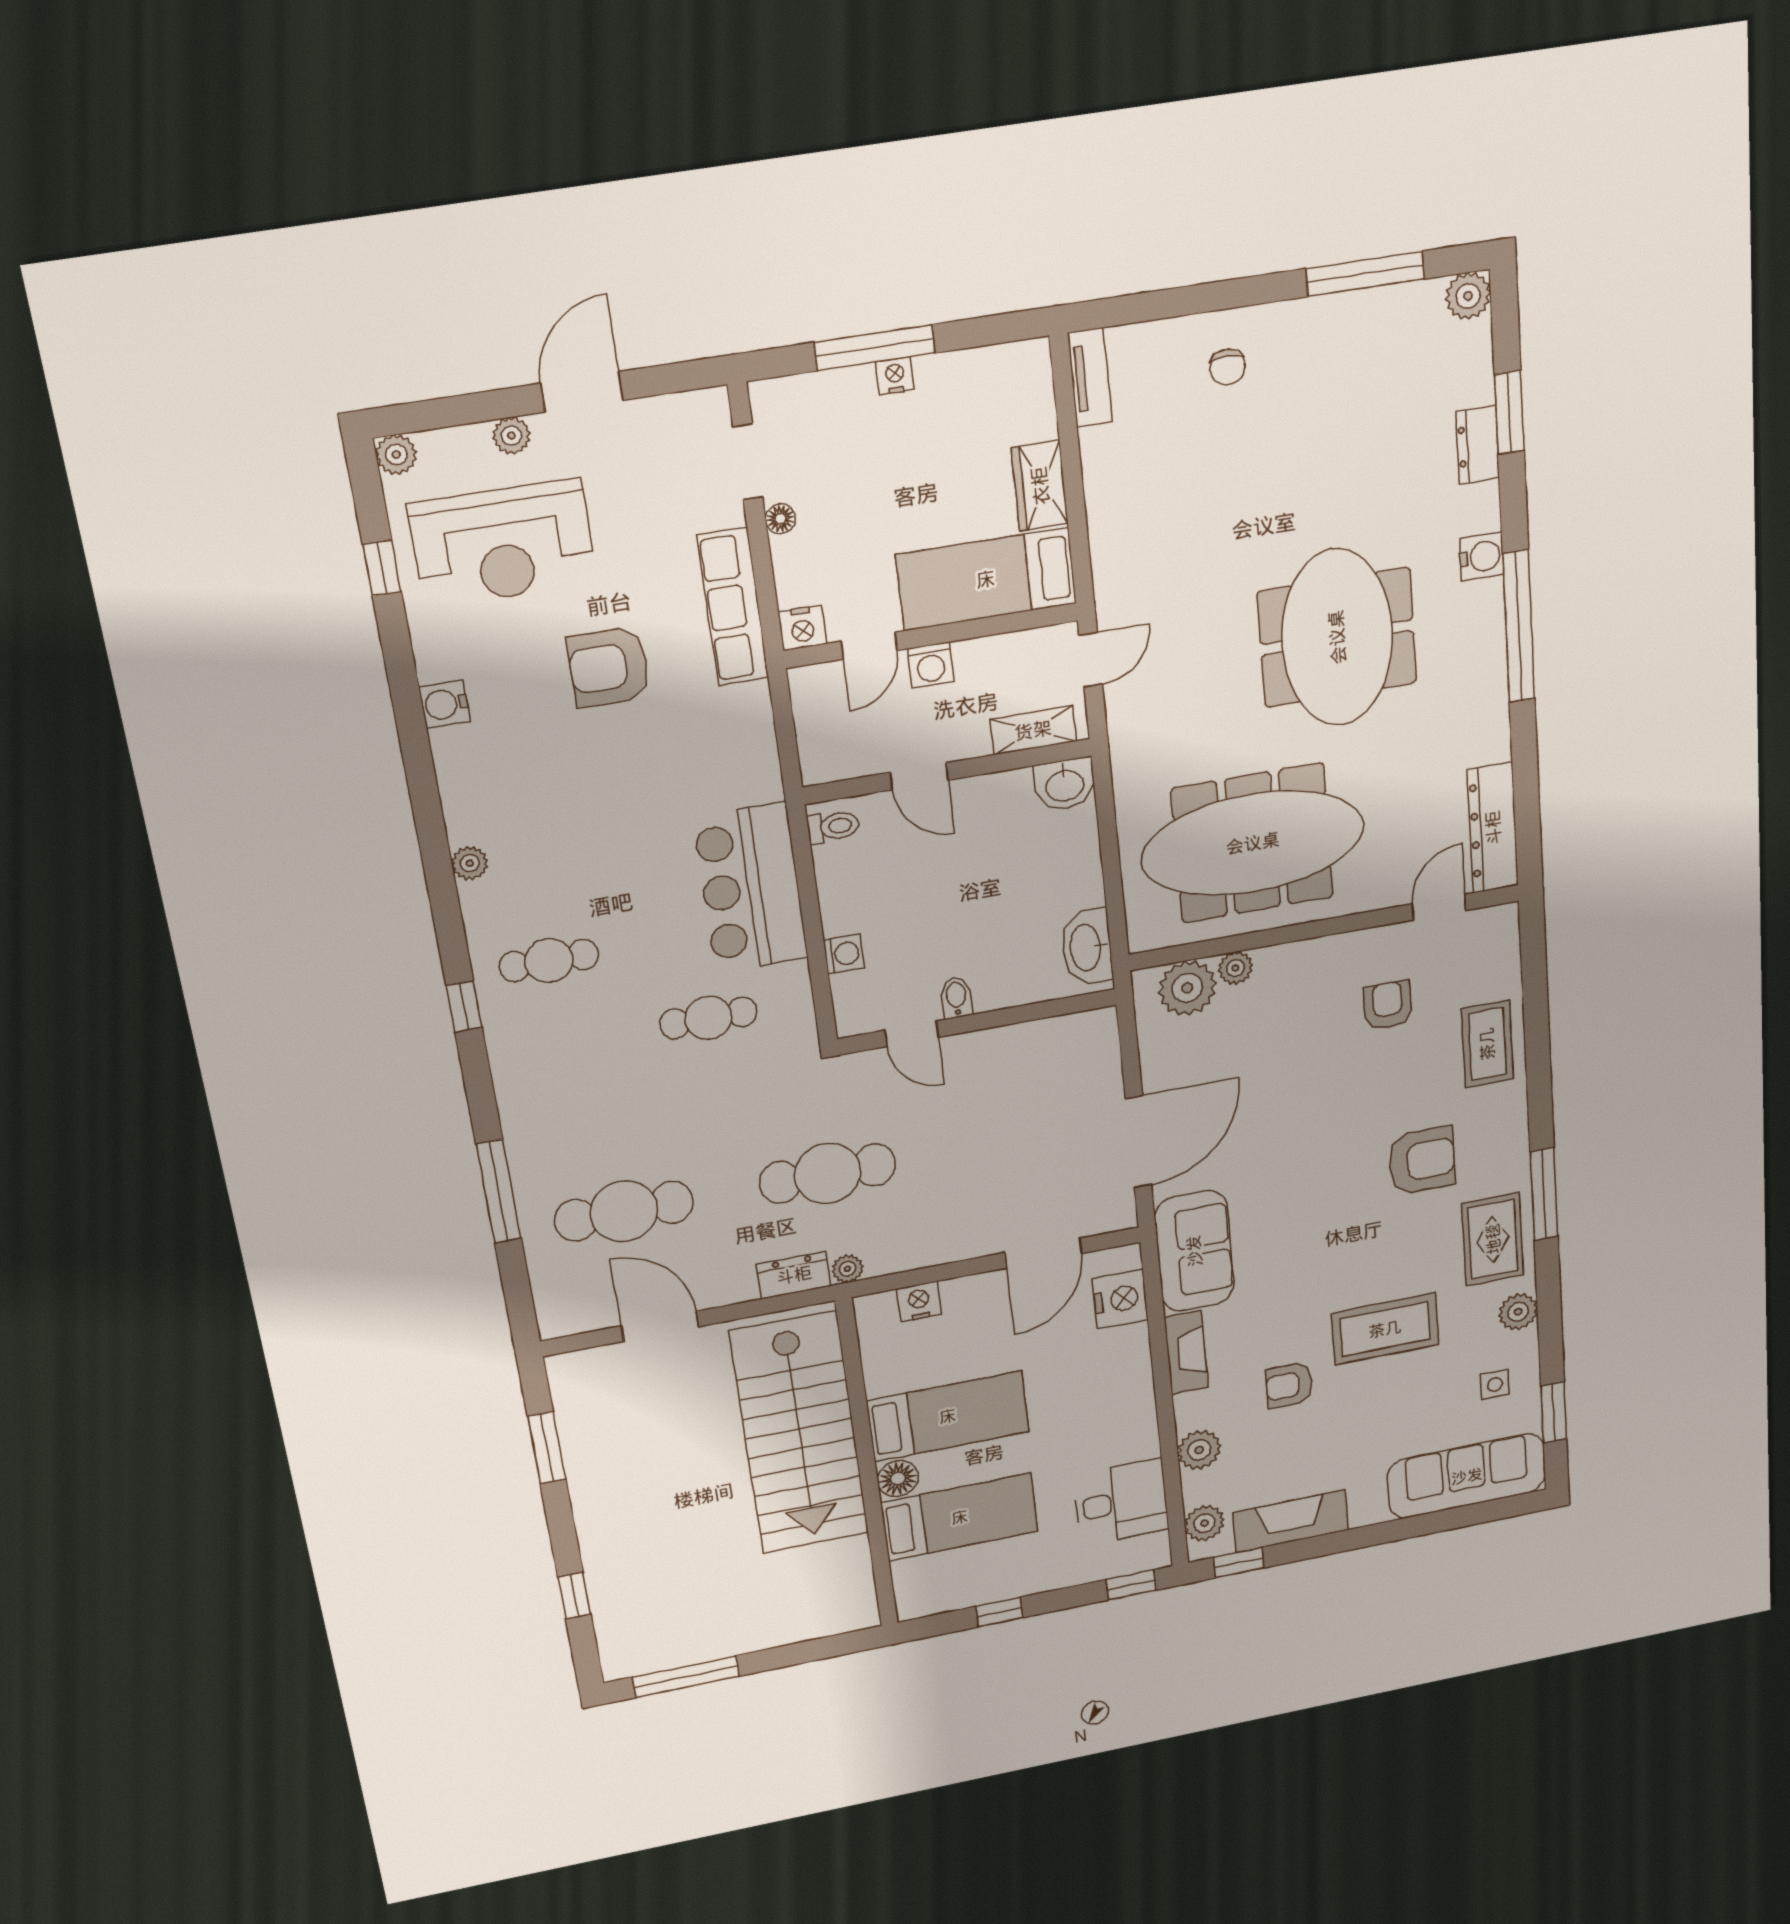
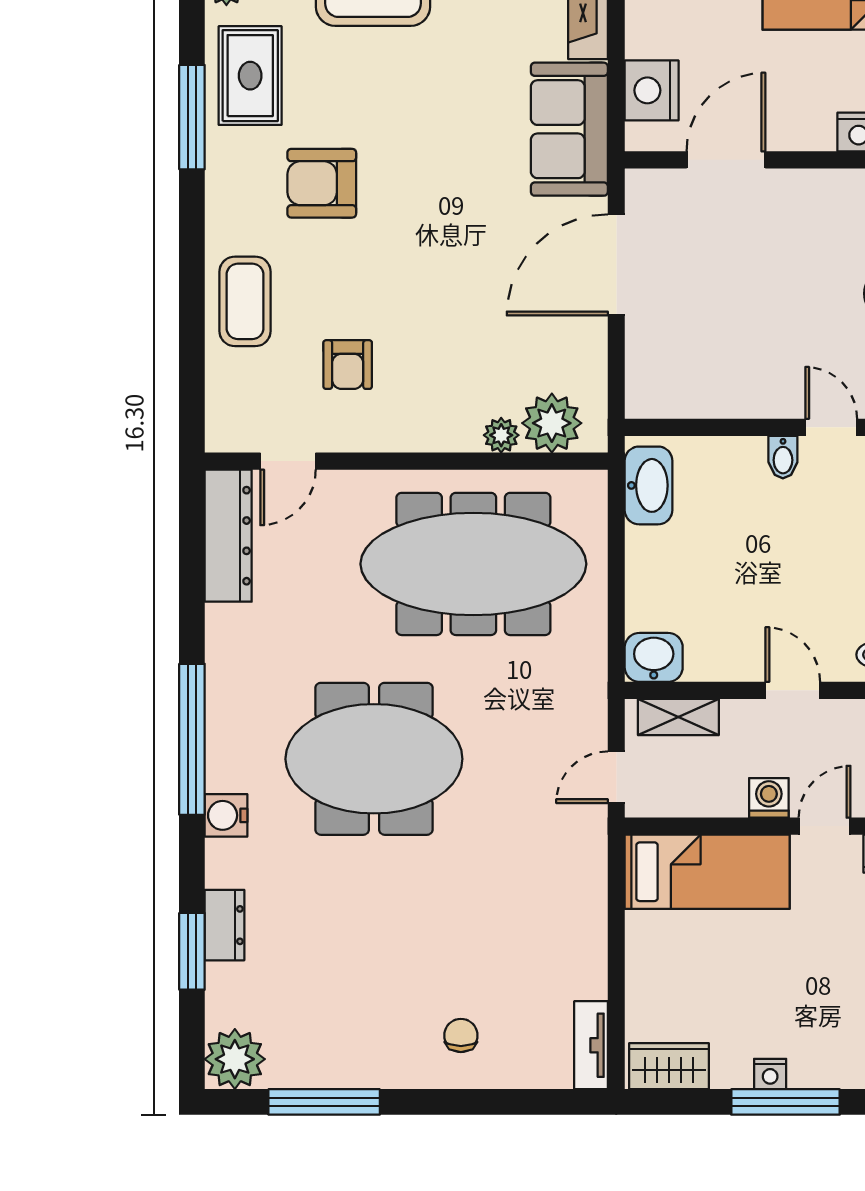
plant: (1468, 296) -> (235, 1059), width x1.36, depth x1.36
wardrobe: (1040, 486) -> (669, 1066), moved, turned -90
meeting table: (1337, 637) -> (374, 759), turned 90

